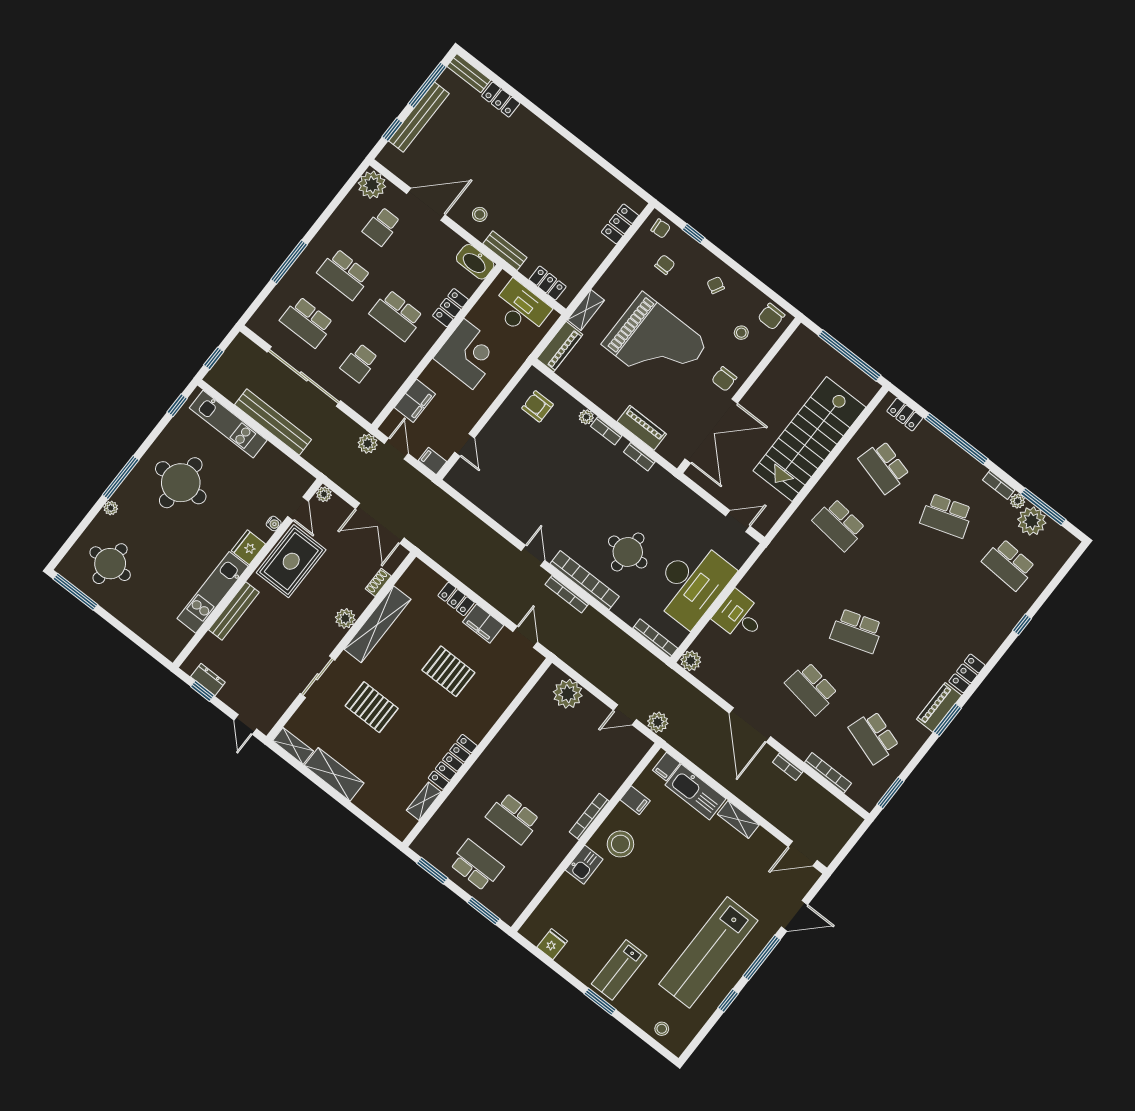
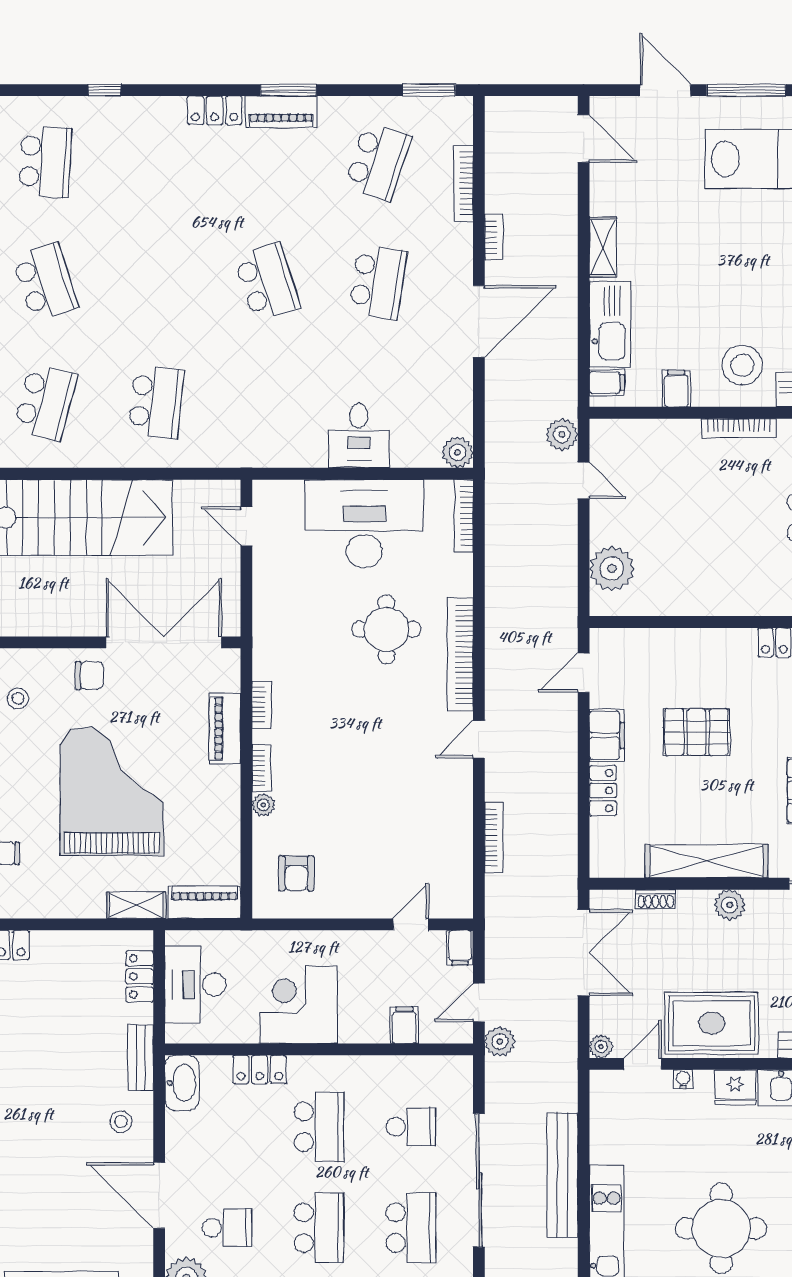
filing cabinet: (415, 401) -> (404, 1025), width x0.50
bookcase: (567, 594) -> (494, 838), moved
pallet: (448, 671) -> (696, 732), turned 90

